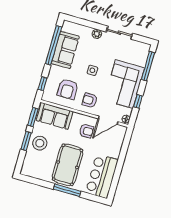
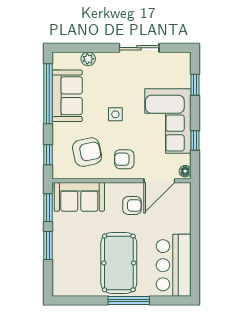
plant: (97, 34) -> (88, 59), moved
window: (148, 66) -> (195, 85), width x0.46
armchair: (68, 89) -> (87, 152), turned -102
stool: (40, 143) -> (69, 243), removed

